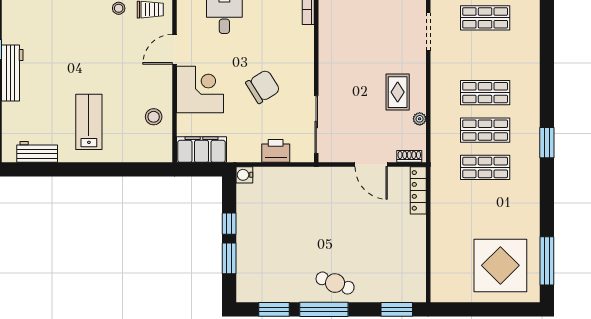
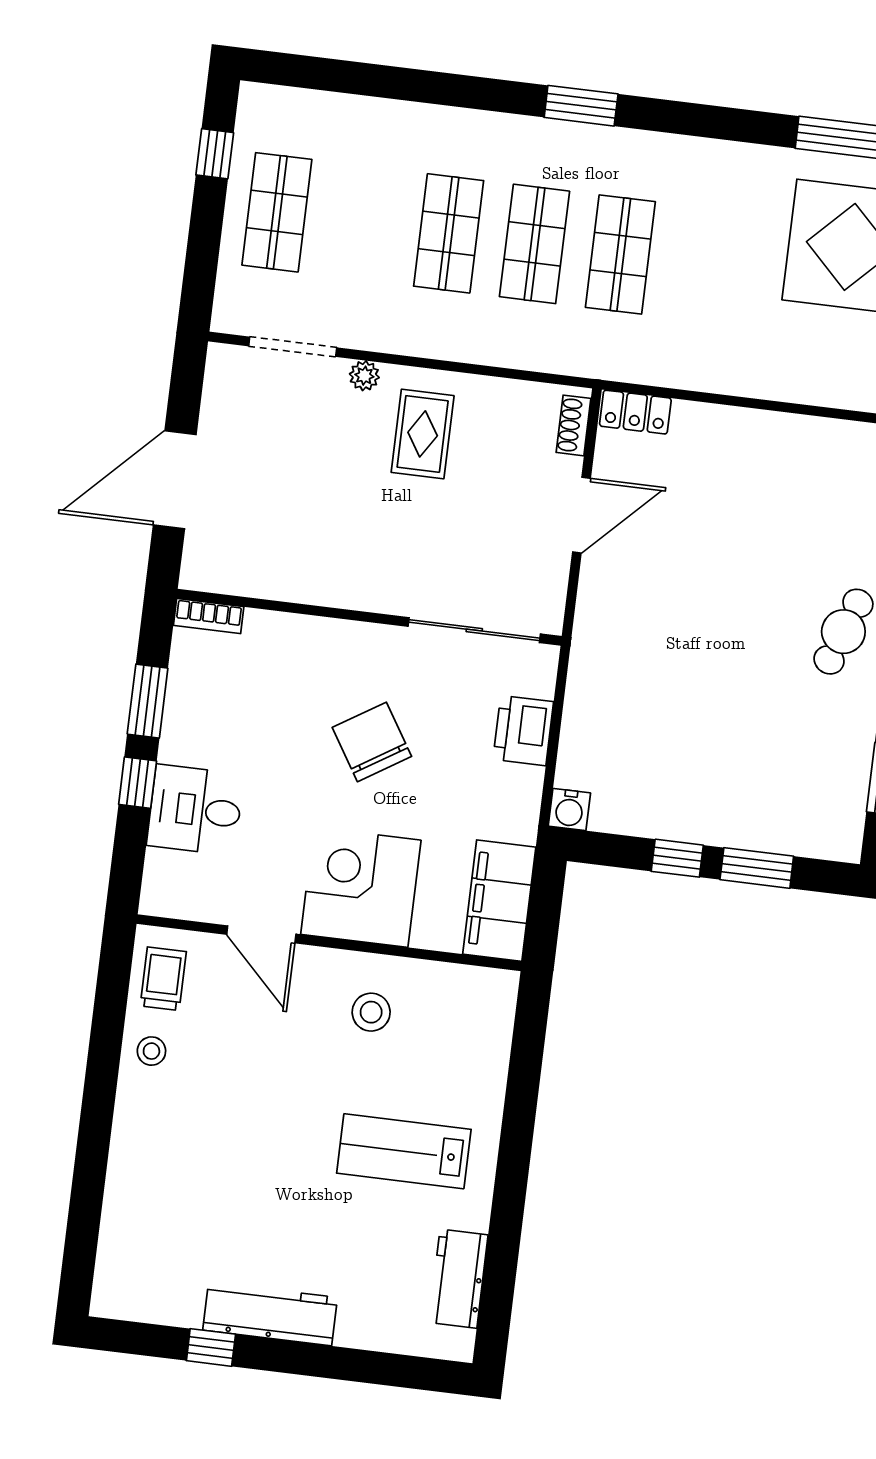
rug: (398, 92) -> (423, 434), turned 90
stool: (154, 117) -> (371, 1012), moved
plant: (420, 119) -> (364, 376), moved
locker: (418, 190) -> (635, 412), width x0.66

